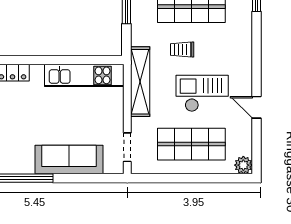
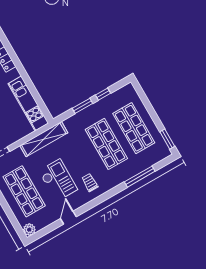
trolley: (182, 50) -> (90, 183), moved

